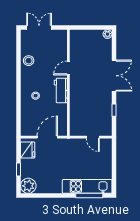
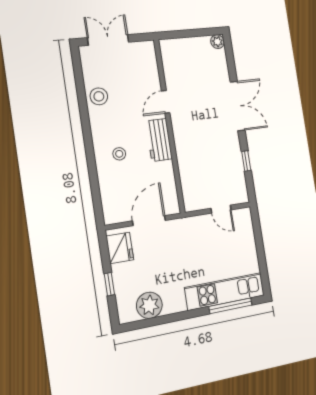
plant: (28, 186) -> (149, 305), moved

